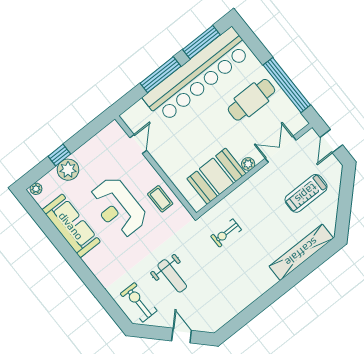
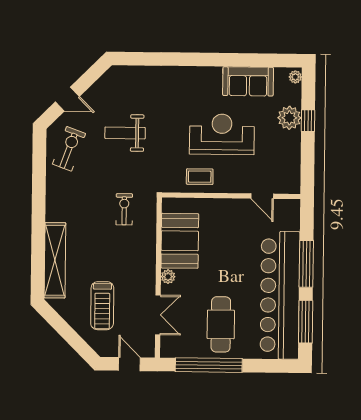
treadmill: (306, 193) -> (102, 306), turned 180
sofa: (71, 226) -> (248, 81), width x0.73
exercise bike: (139, 302) -> (69, 149), moved, turned -70

